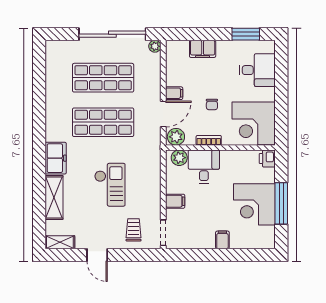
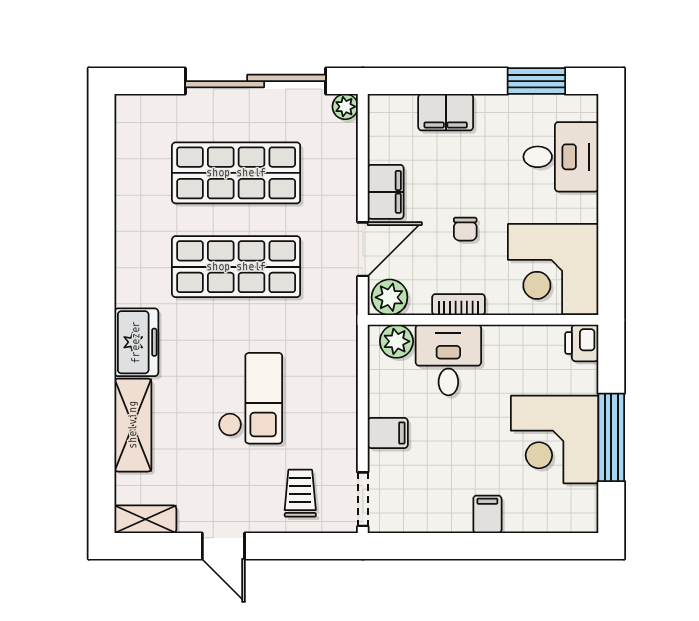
filing cabinet: (174, 93) -> (386, 192), width x2.00

